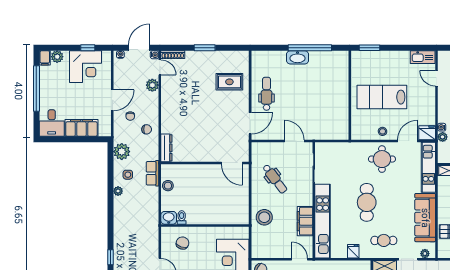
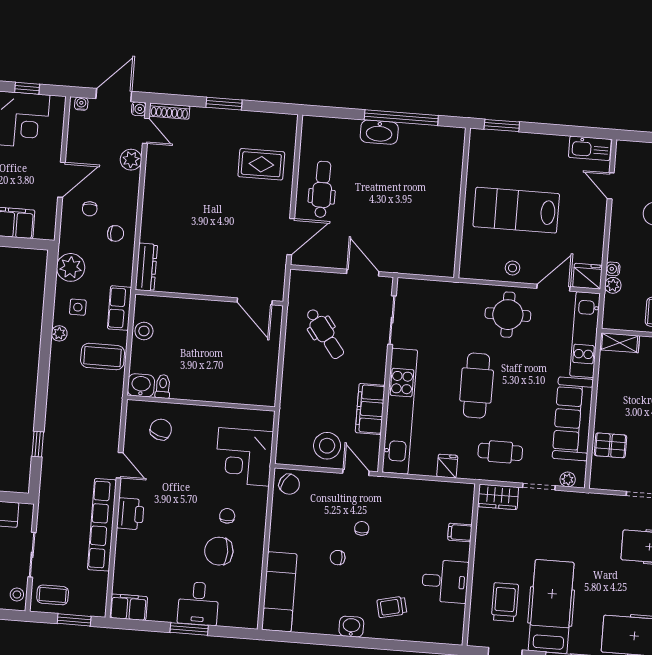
coffee table: (145, 203) -> (103, 357), added
stool: (264, 217) -> (327, 446), moved

